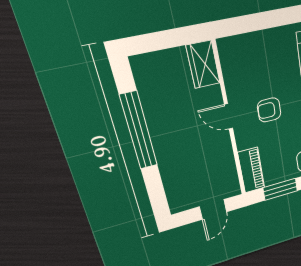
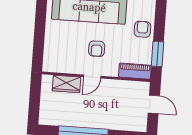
wardrobe: (203, 64) -> (66, 84), moved

